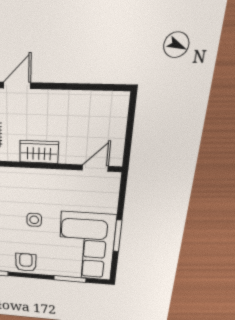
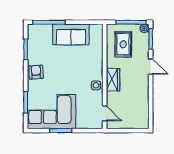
side table: (34, 220) -> (96, 85), moved
armchair: (26, 262) -> (36, 72), turned -93

